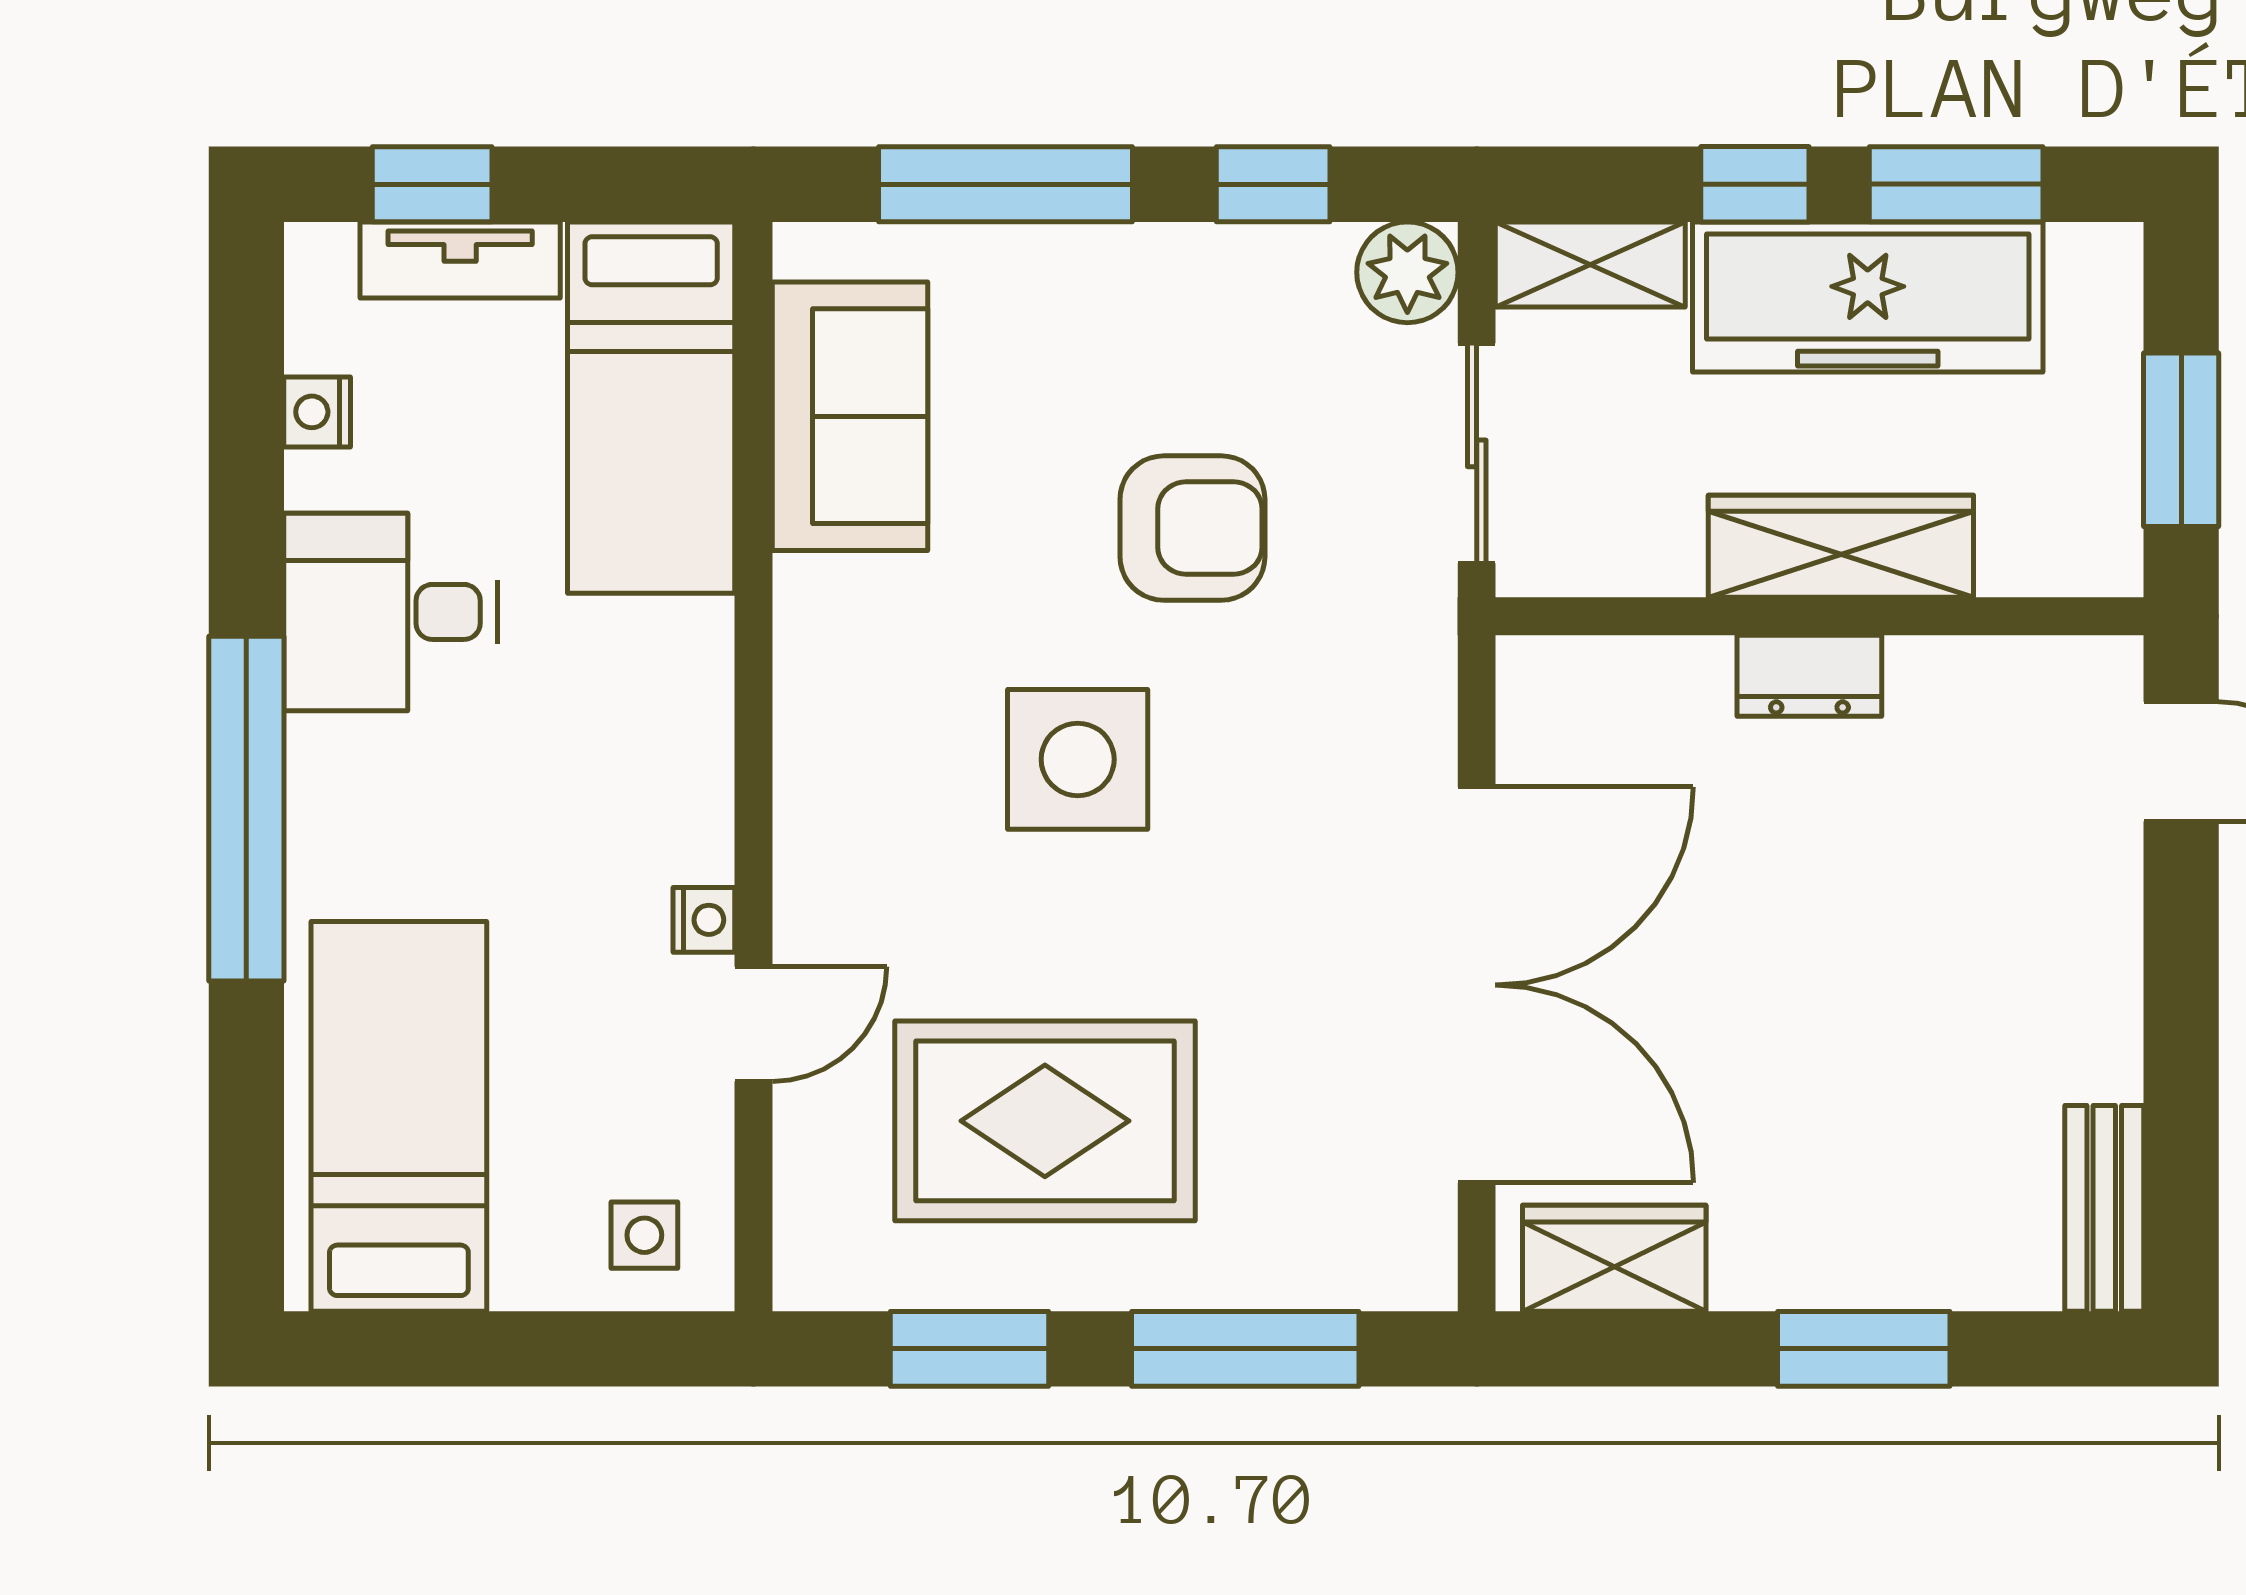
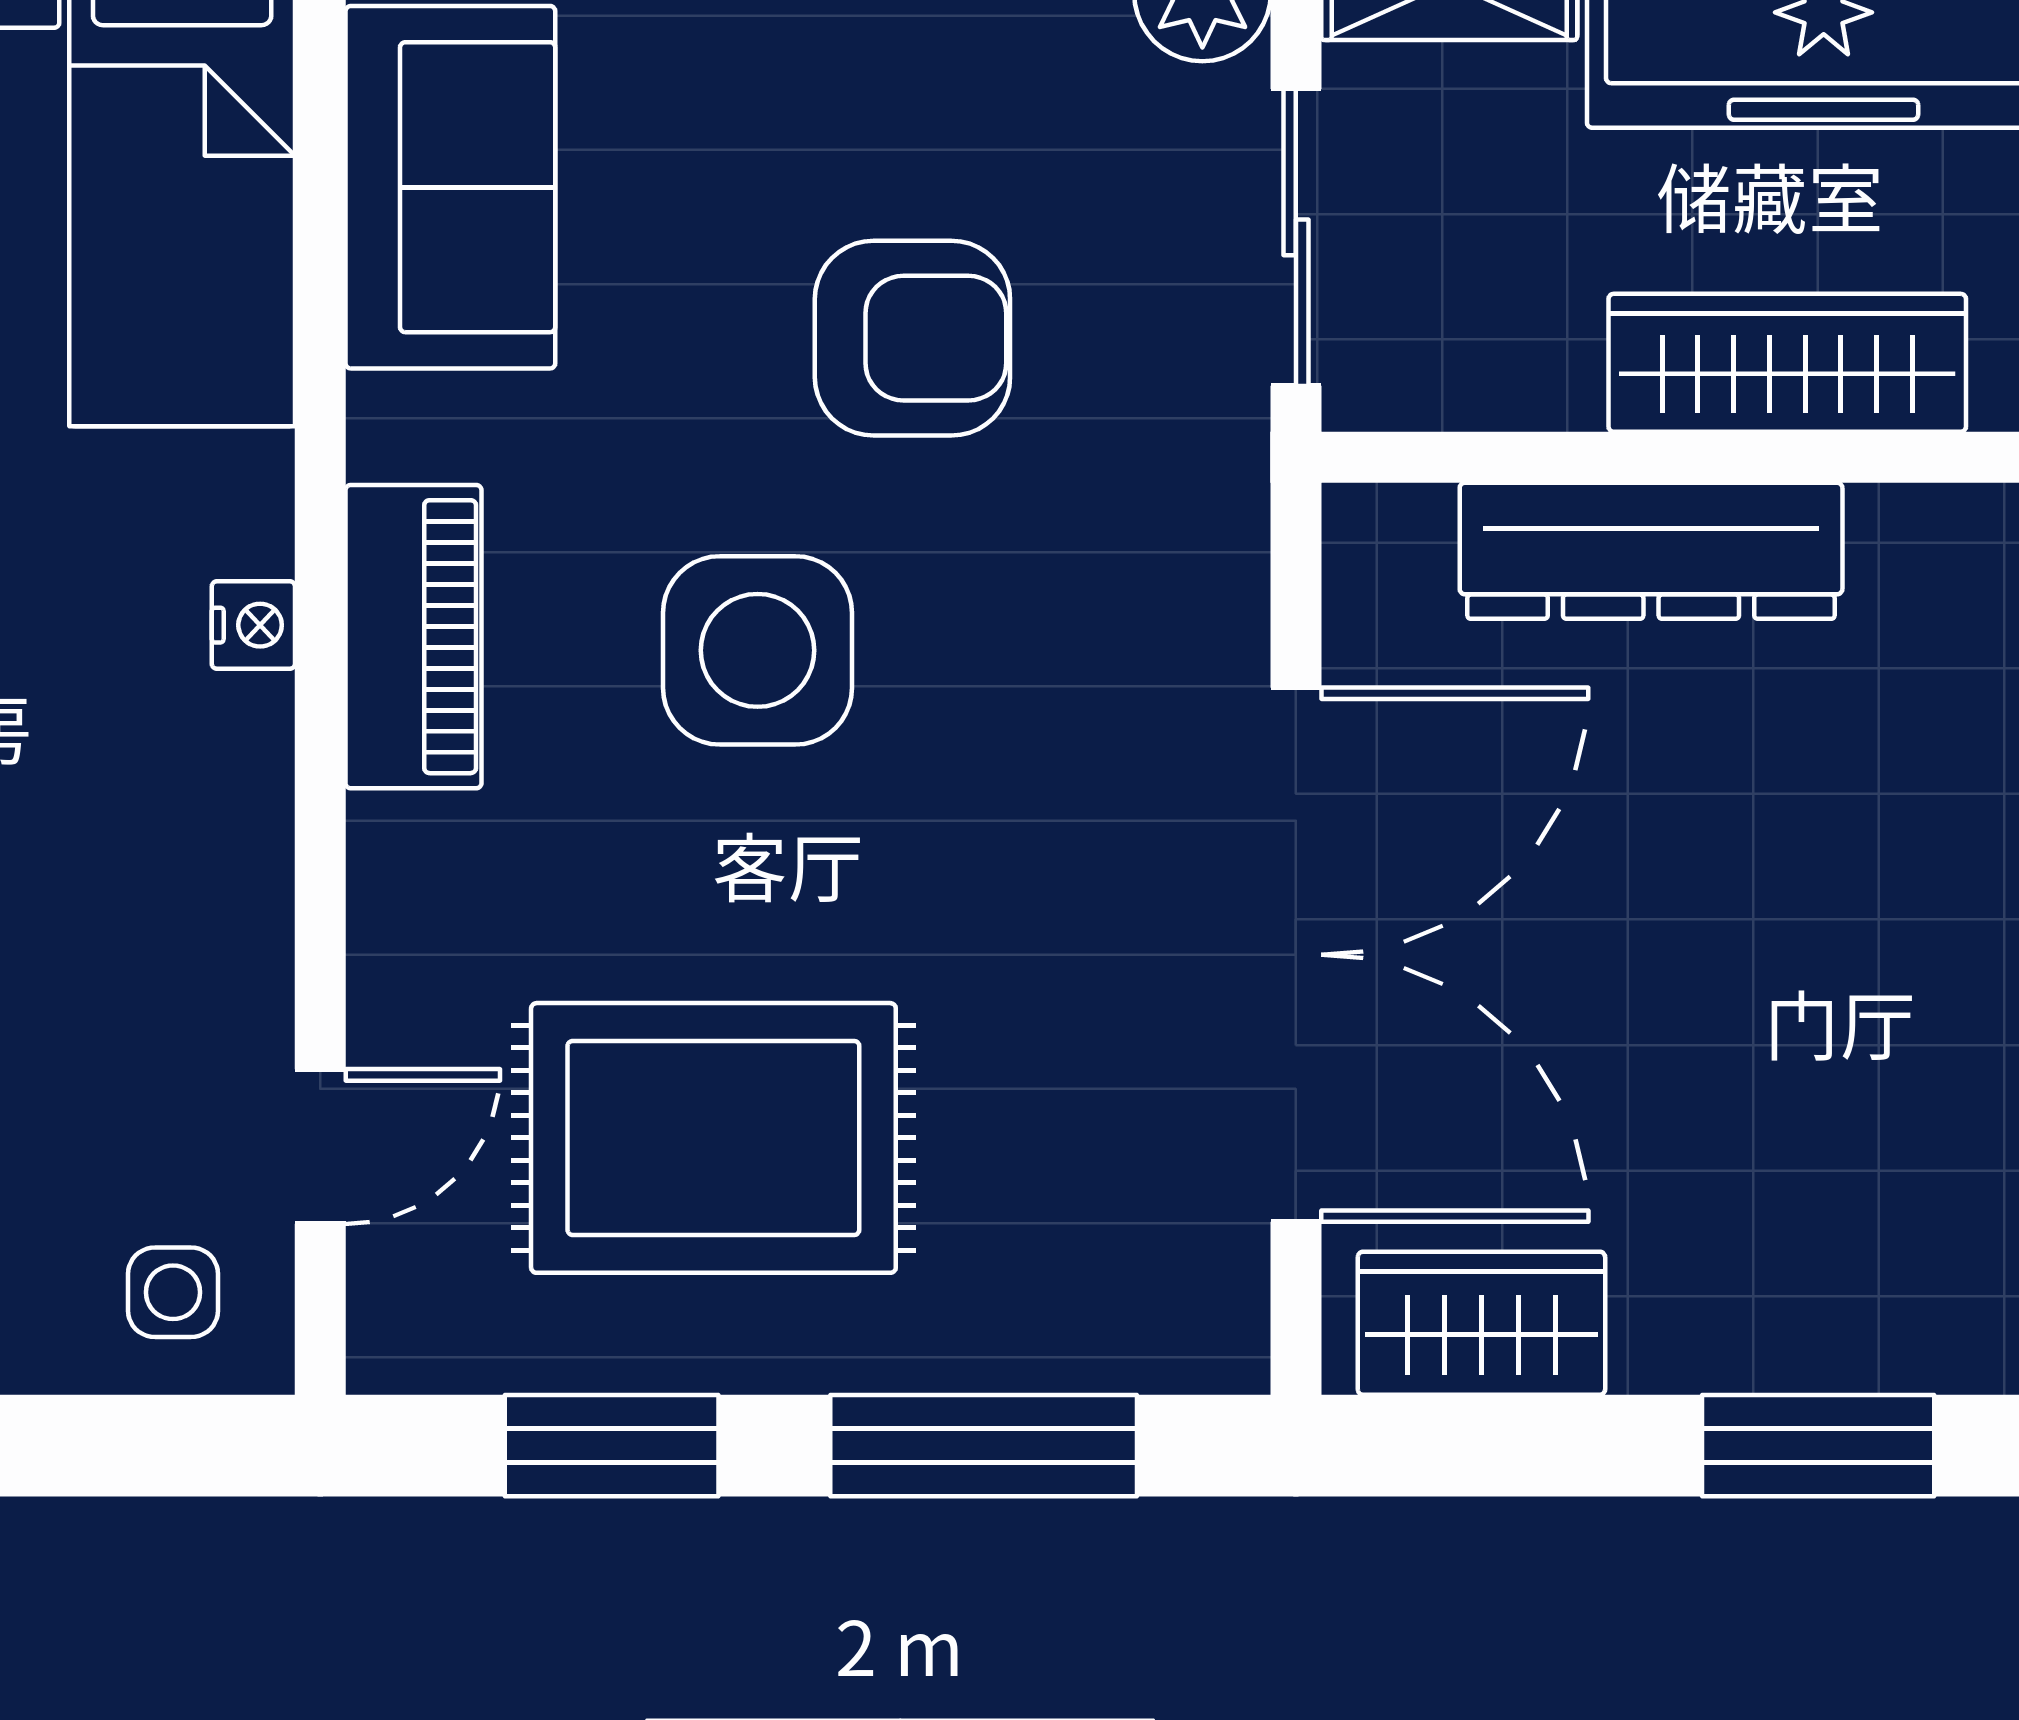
dresser: (1809, 676) -> (1651, 551), width x1.96, depth x1.24
piano: (823, 749) -> (413, 637), added
nightstand: (704, 920) -> (253, 625), moved
door: (754, 1024) -> (320, 1147), moved

